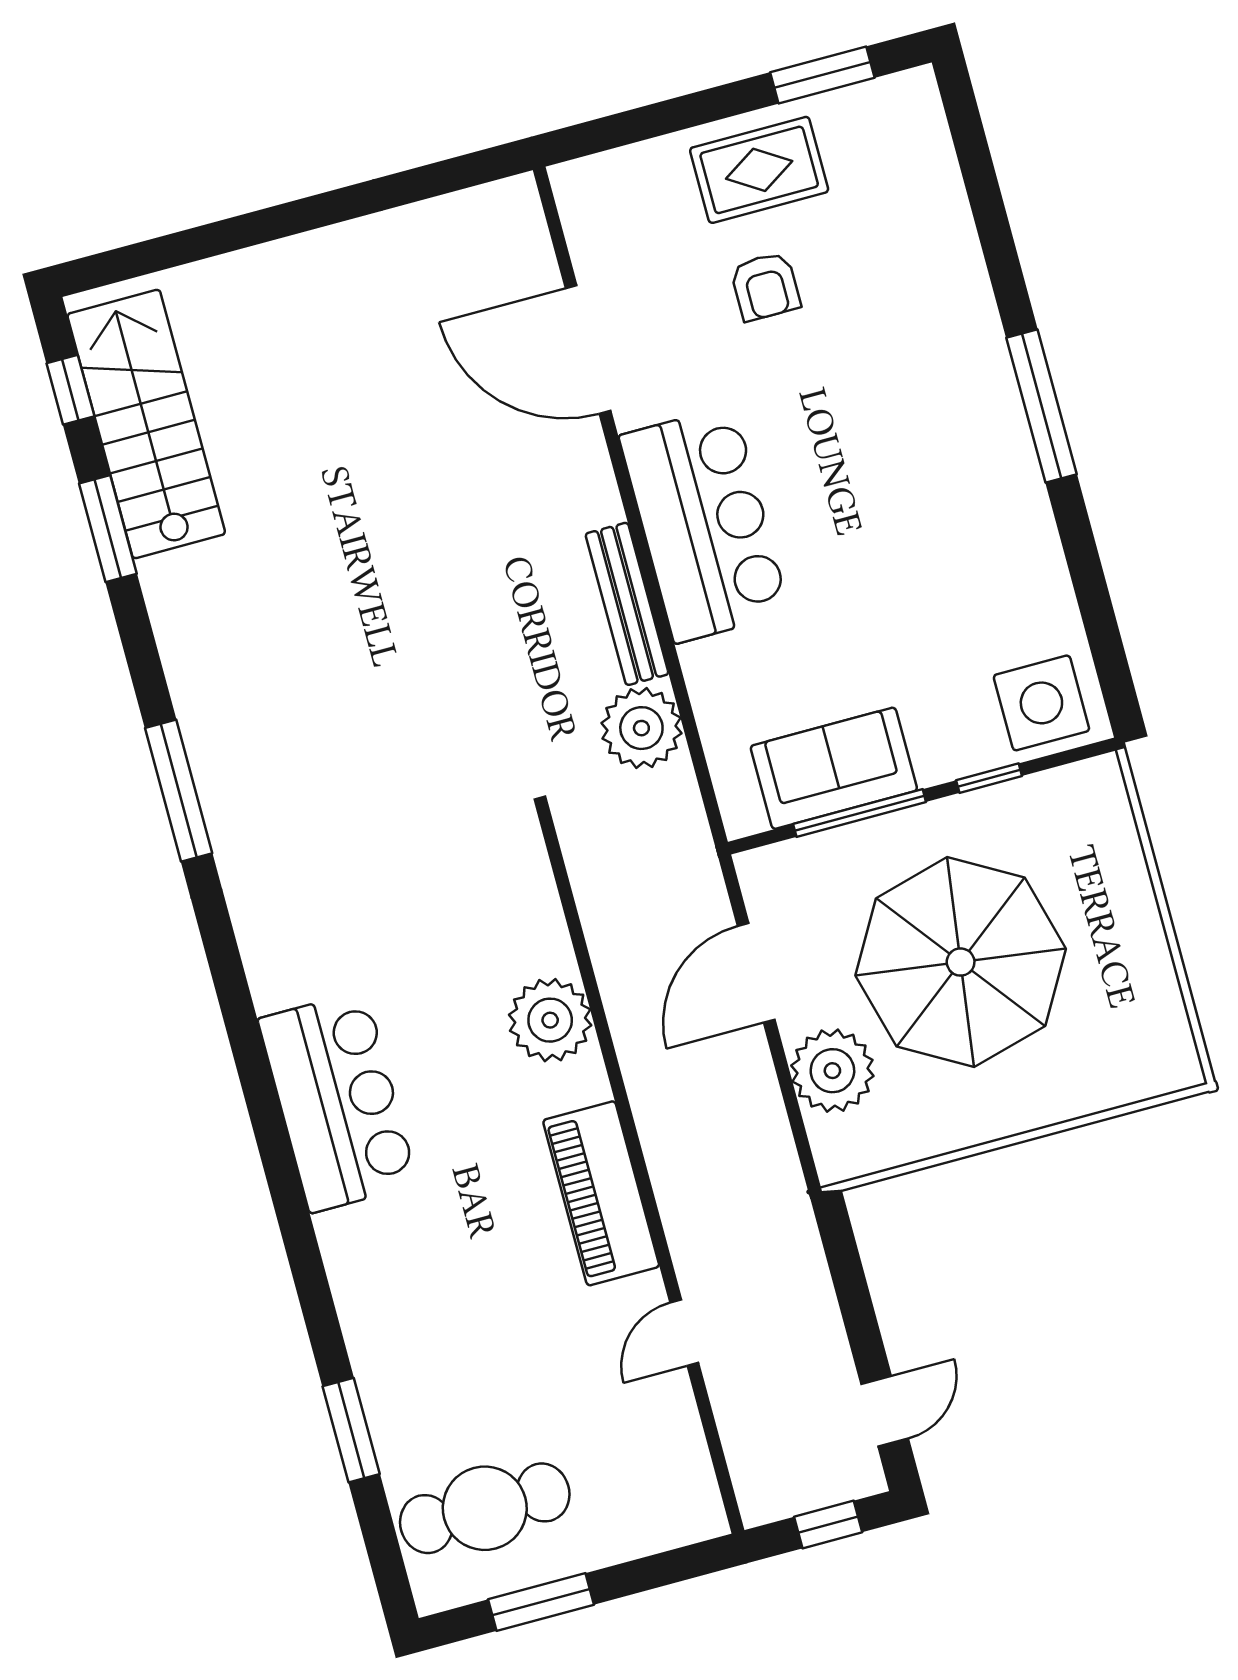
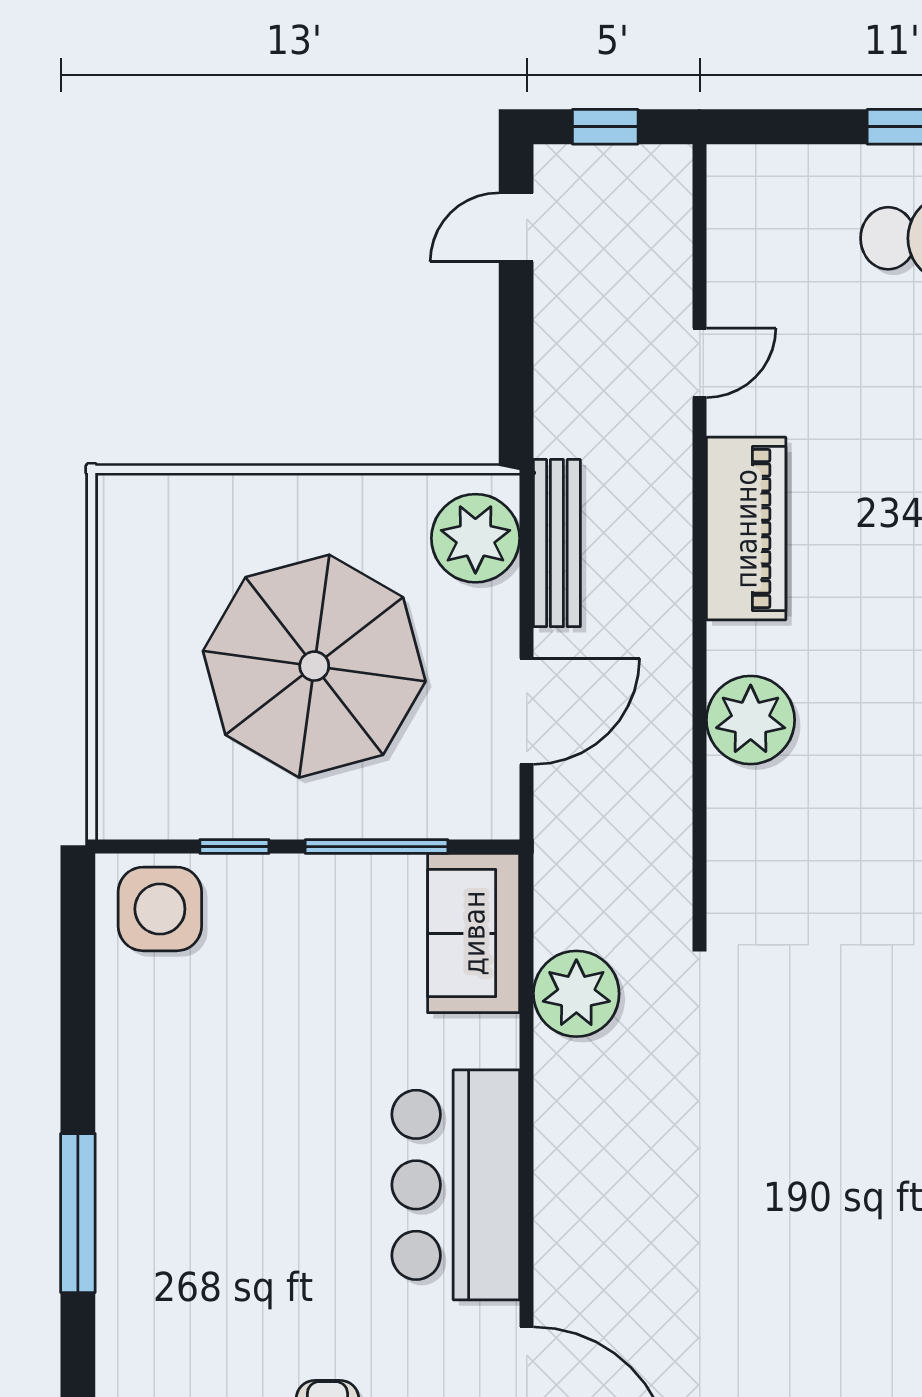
bench: (627, 604) -> (557, 543), moved
sofa: (834, 768) -> (474, 933), moved, turned 90
plant: (832, 1071) -> (475, 538), moved

